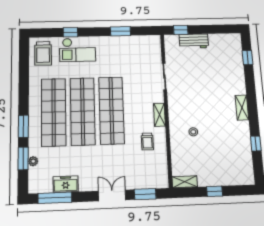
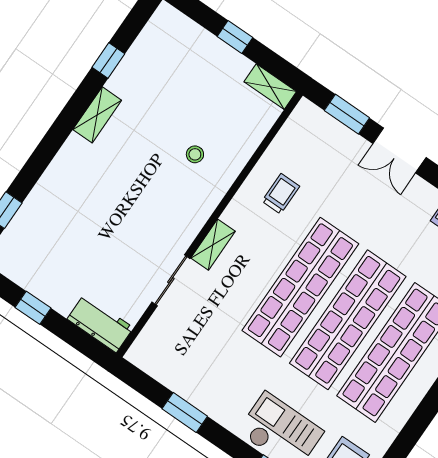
window: (181, 30) -> (33, 308), moved
workbench: (194, 41) -> (100, 323), moved
shelving: (242, 108) -> (97, 115), moved
shelving: (159, 115) -> (213, 245), moved

